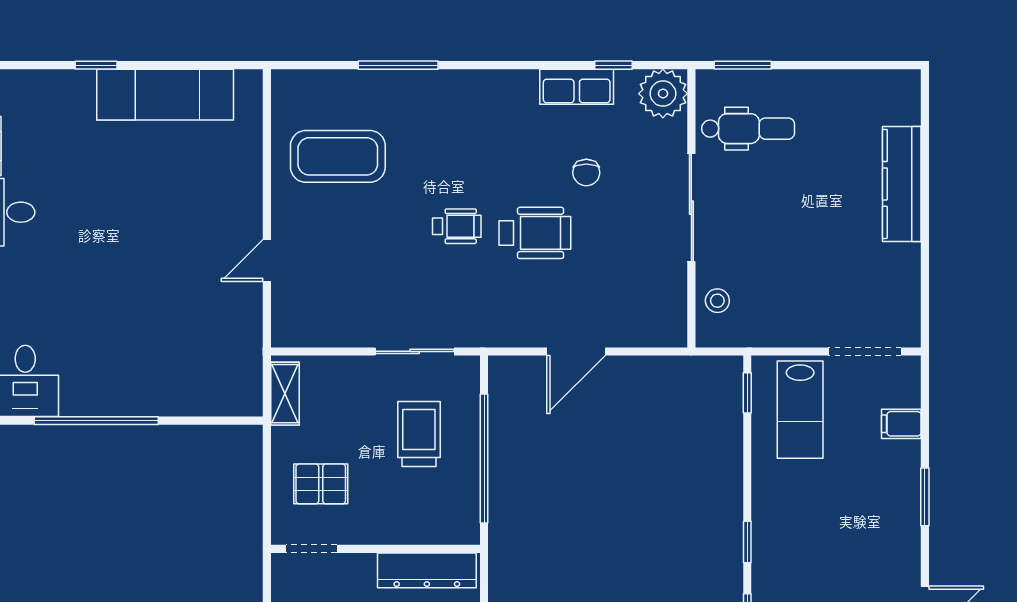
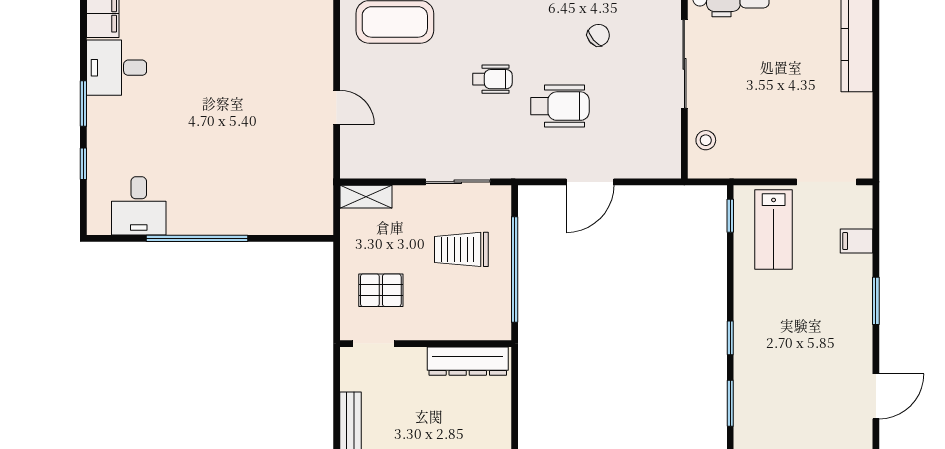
chair: (586, 173) -> (598, 35), turned -130
wheelchair: (535, 233) -> (560, 106), moved
door: (267, 261) -> (337, 107), swing flipped
shelving: (285, 394) -> (366, 197), moved, turned 90
trolley: (419, 434) -> (461, 249), turned -90

